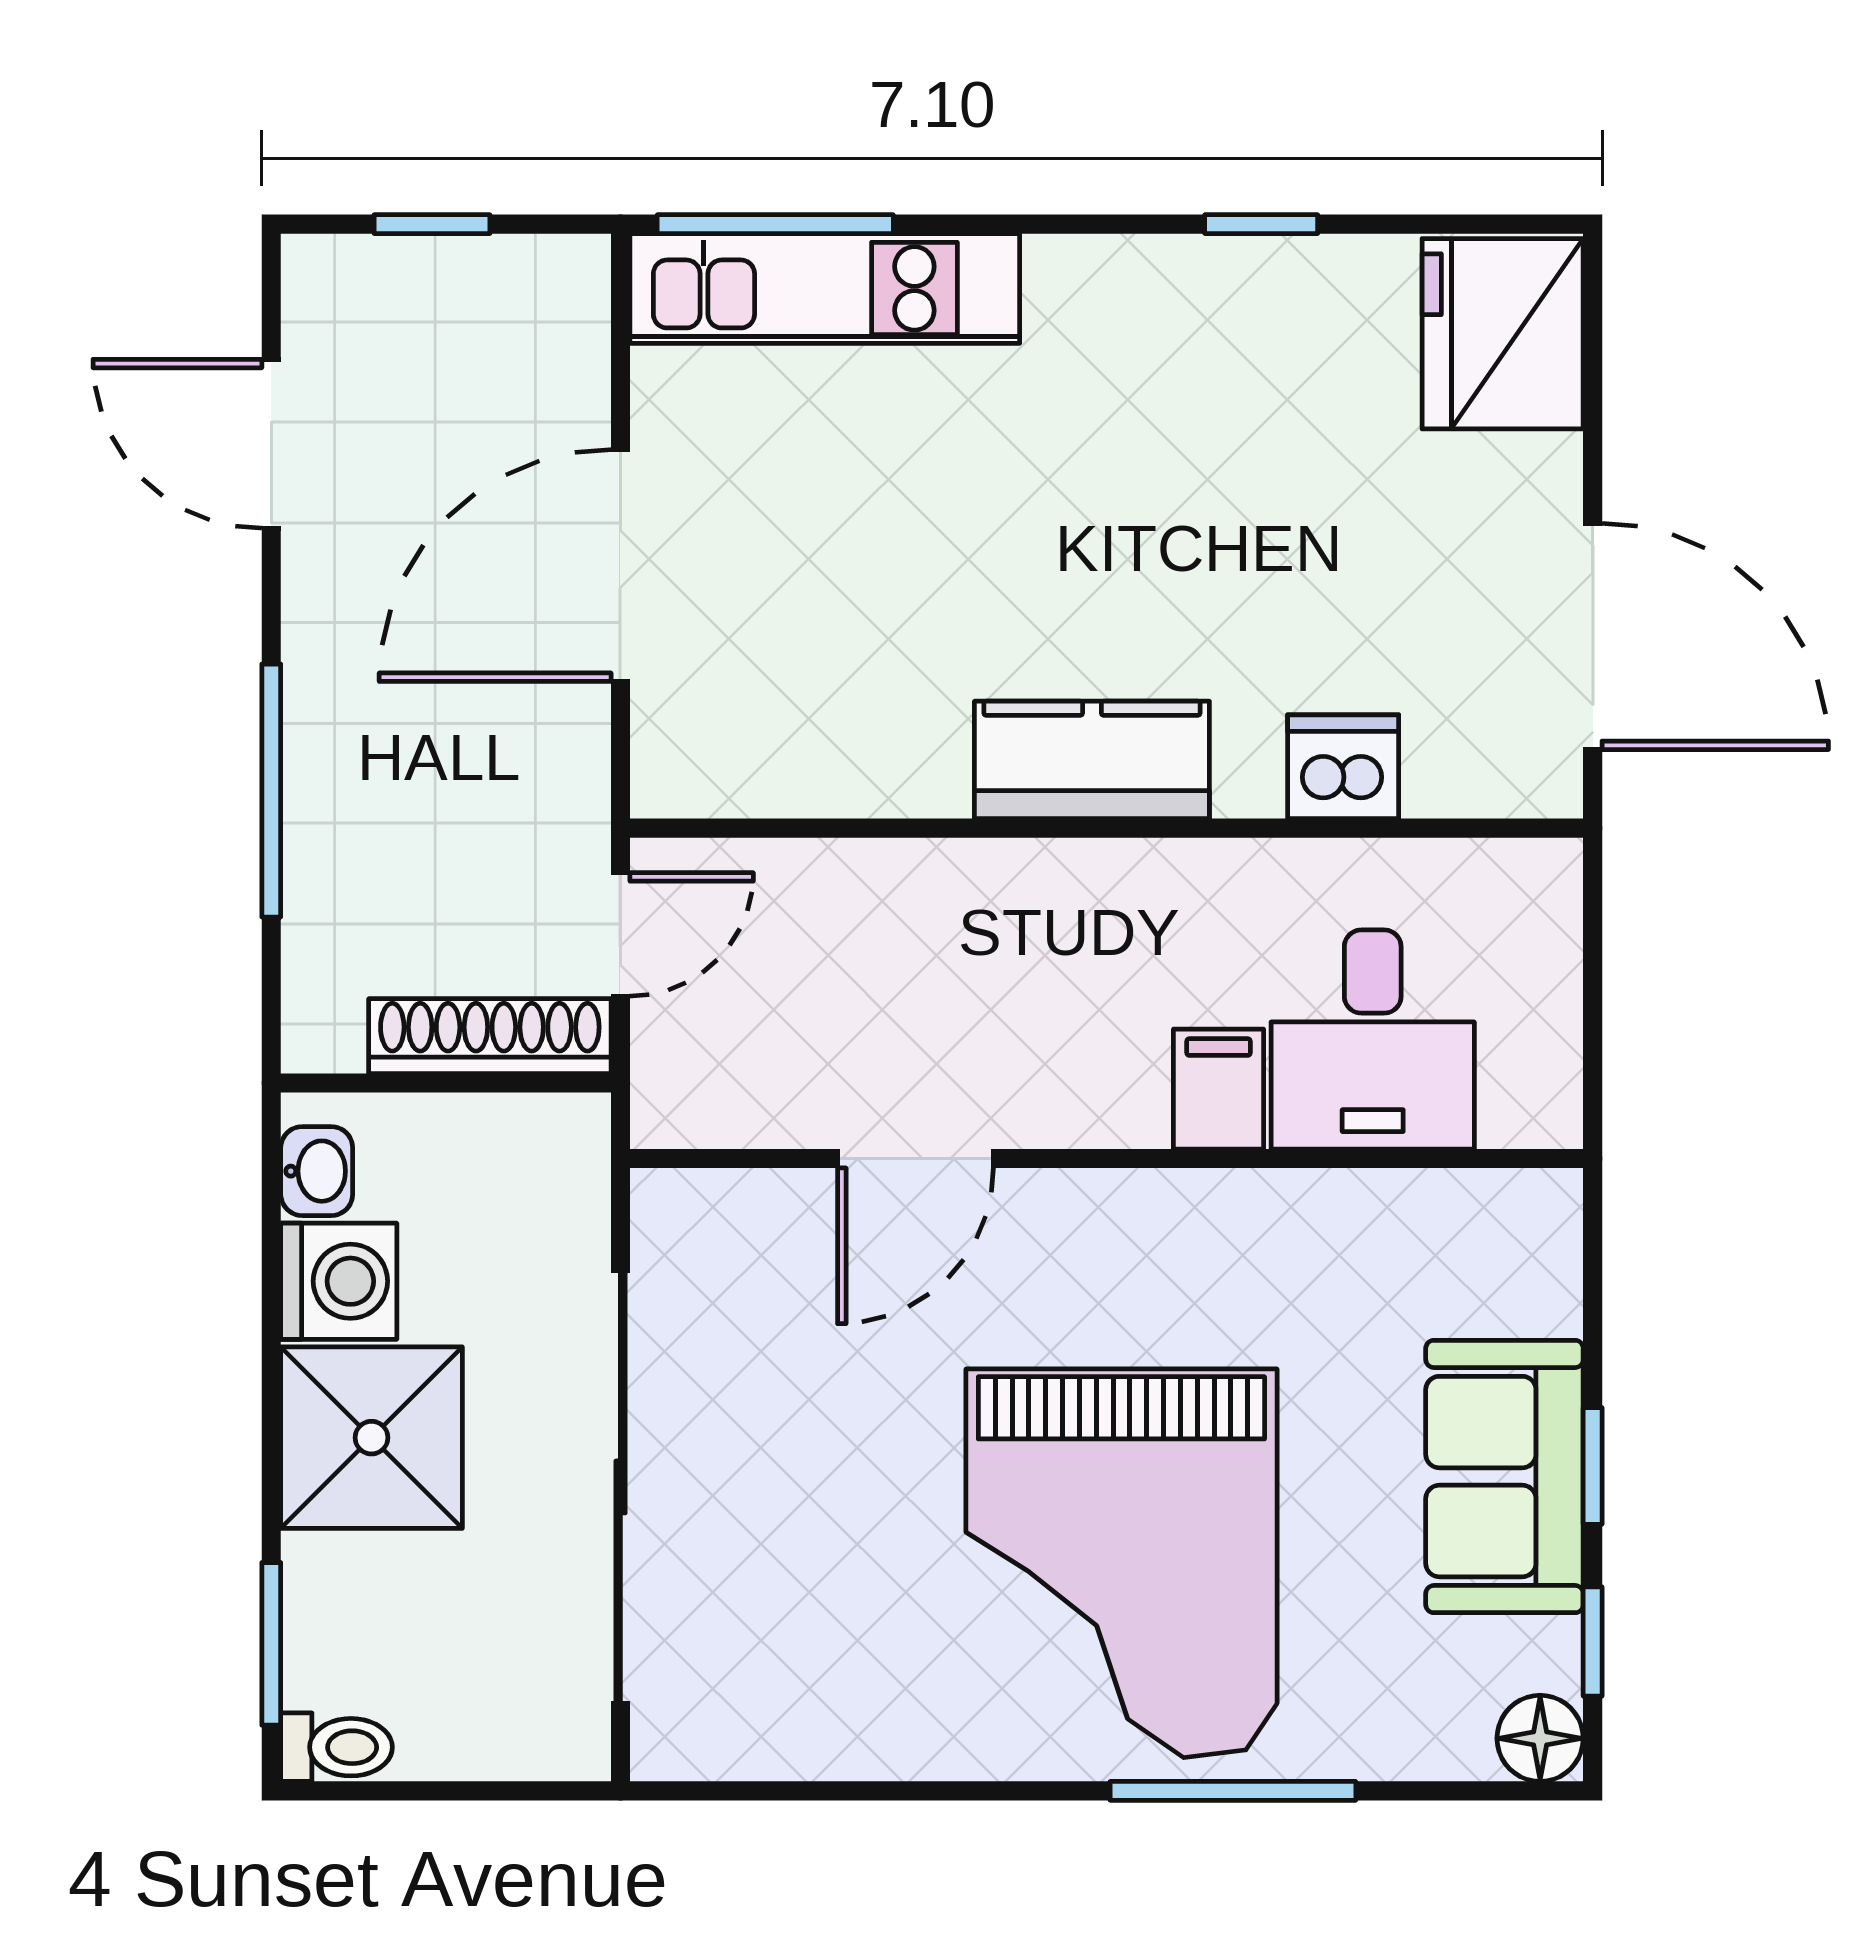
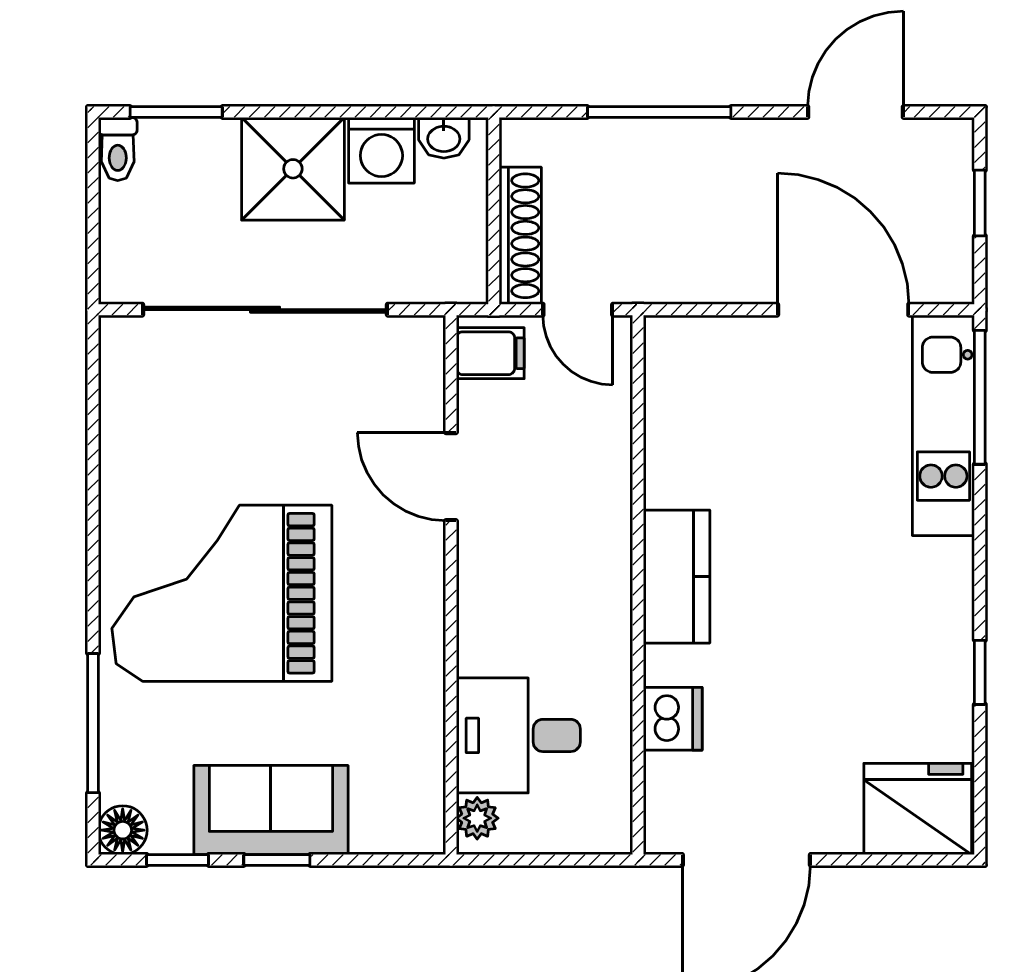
door: (620, 565) -> (843, 310), moved
filing cabinet: (1219, 1089) -> (490, 353), moved
plant: (1519, 1112) -> (477, 818), added
window: (1233, 1791) -> (93, 723), moved

